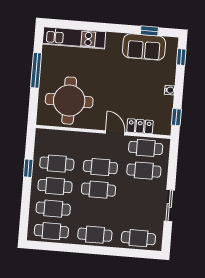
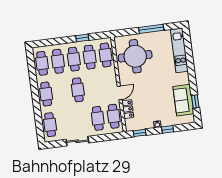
window: (181, 57) -> (168, 129), moved
cafe table: (100, 167) -> (106, 55), moved

